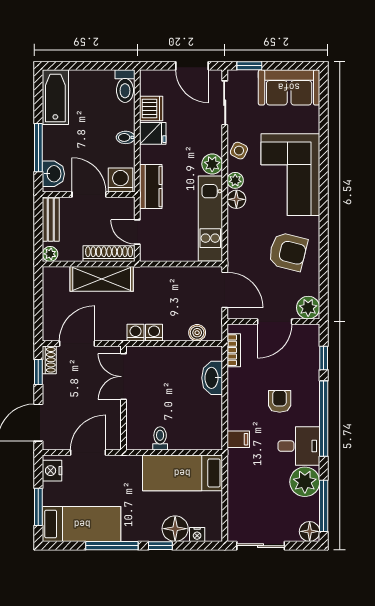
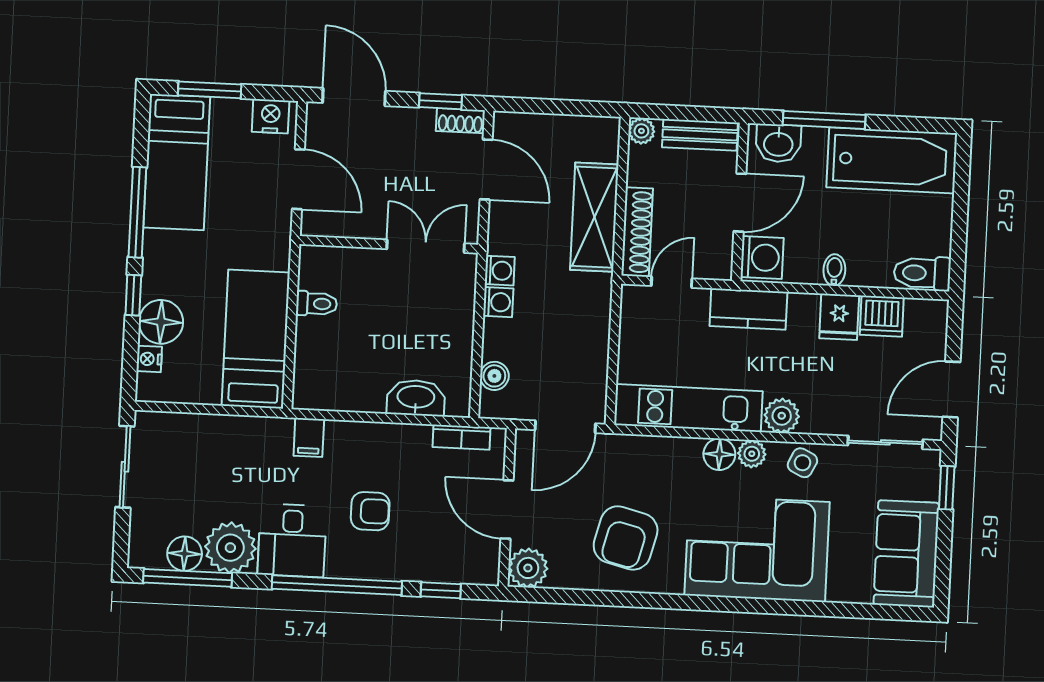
bathtub: (55, 97) -> (892, 160), width x1.36, depth x1.36
floor lamp: (310, 531) -> (185, 554), moved

